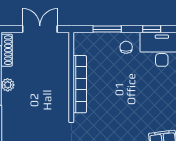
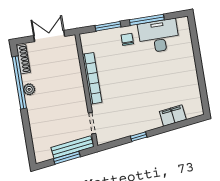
window: (152, 29) -> (147, 20), width x2.17

